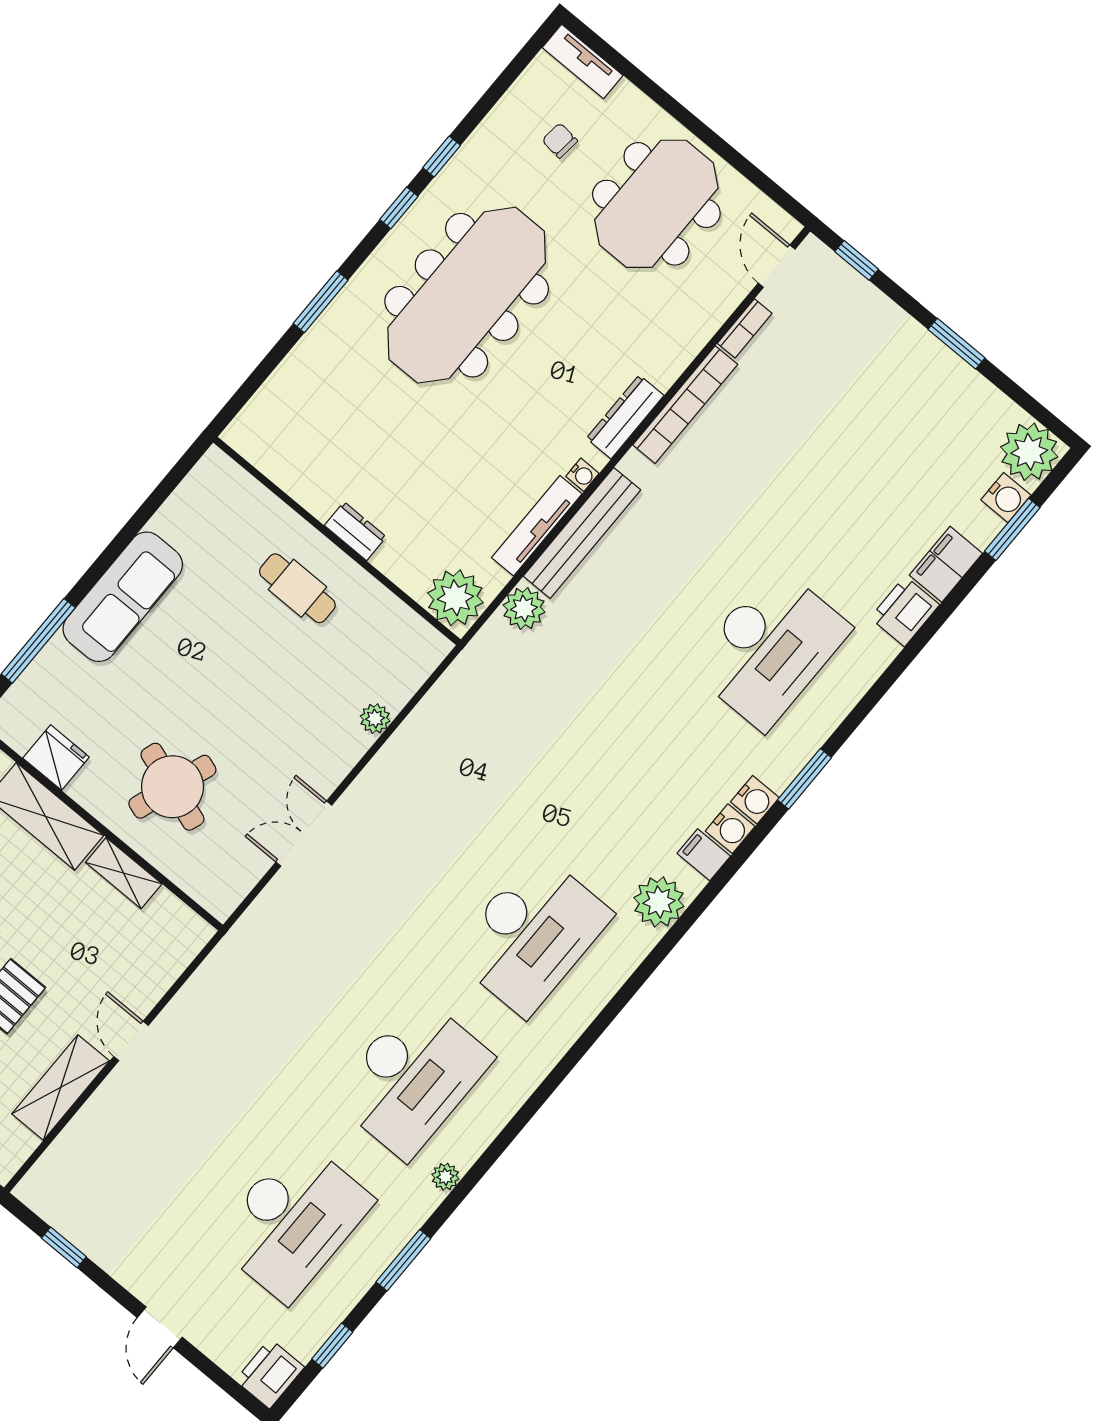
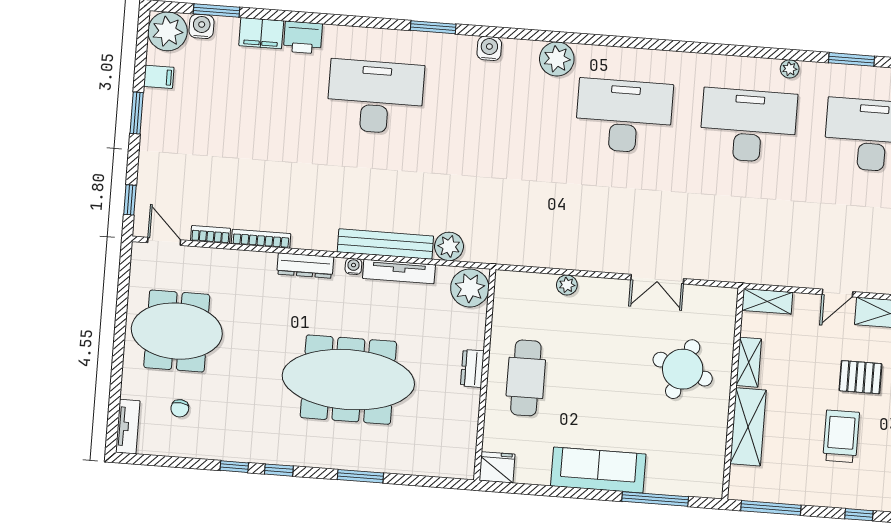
door: (777, 266) -> (164, 241), swing flipped
meeting table: (467, 295) -> (348, 380), moved
bookcase: (685, 405) -> (261, 239), width x0.68, depth x0.76
cafe table: (297, 588) -> (526, 378), width x1.37, depth x1.35
fridge: (56, 758) -> (497, 467), moved, turned 90
water cooler: (755, 800) -> (464, 46), removed
filing cabinet: (704, 855) -> (159, 77), moved, turned -90
shelving: (182, 948) -> (767, 301), added

